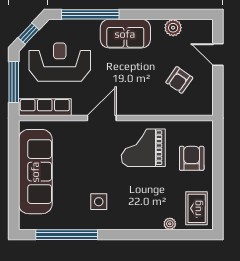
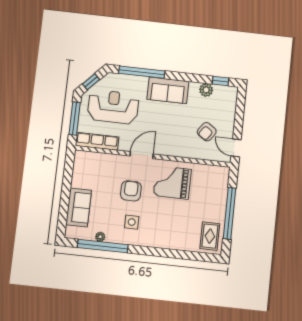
window: (190, 14) -> (220, 81), added
door: (218, 54) -> (236, 148), moved
armchair: (192, 158) -> (131, 191), moved
sofa: (35, 172) -> (79, 207), width x0.54, depth x0.79
window: (218, 178) -> (229, 213), added
plant: (170, 224) -> (100, 237), moved

